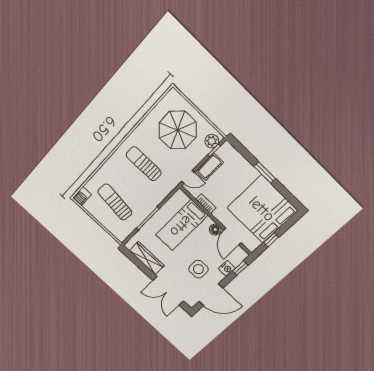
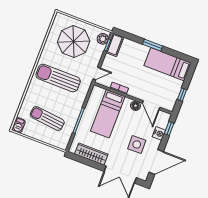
sun lounger: (144, 164) -> (58, 78), width x1.36, depth x1.34
cot: (210, 167) -> (115, 45), moved
bed: (262, 209) -> (168, 64), width x0.49

